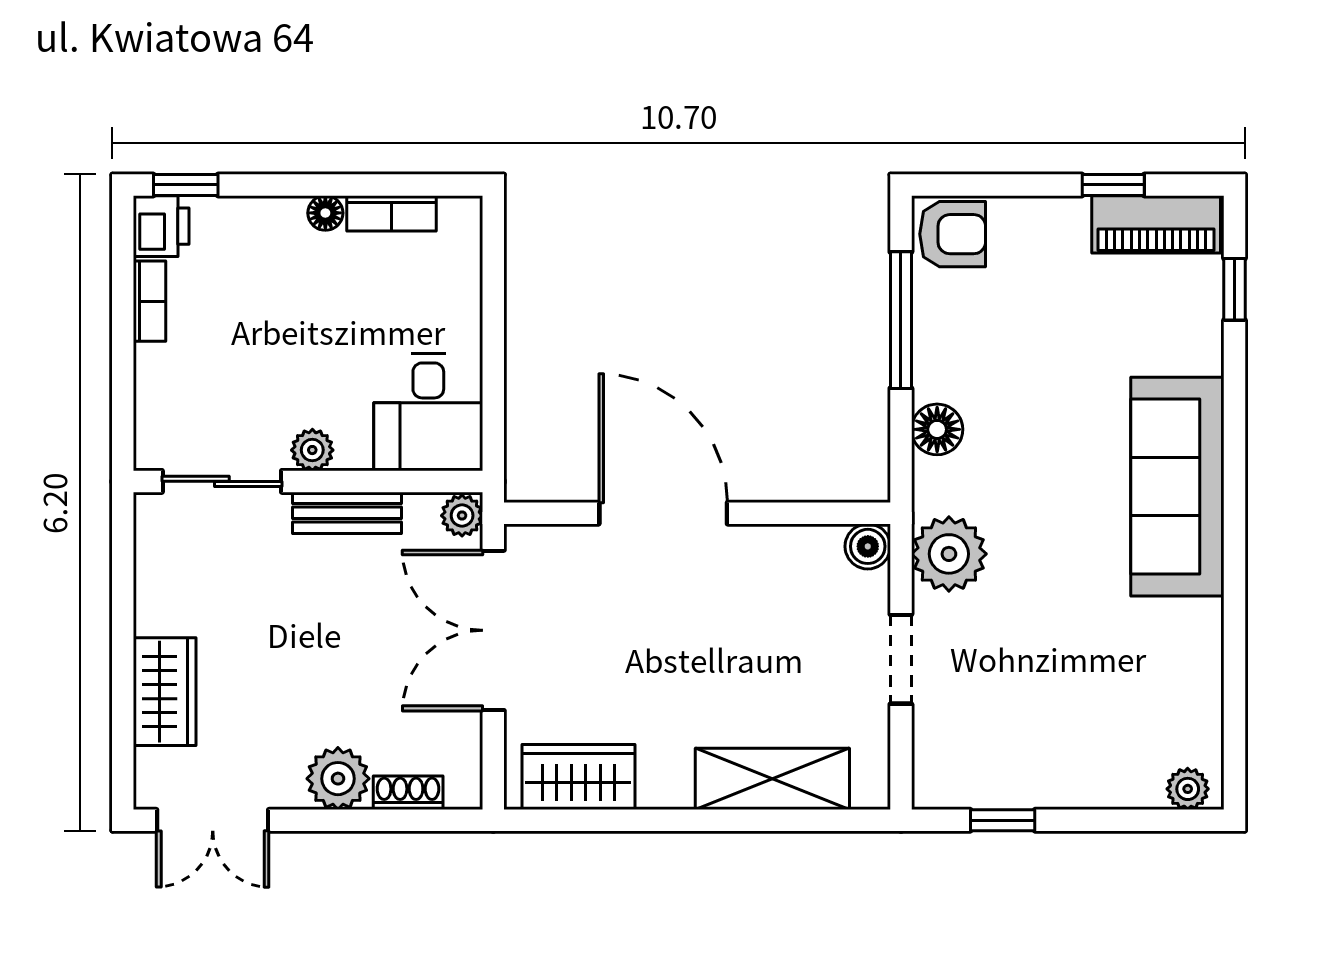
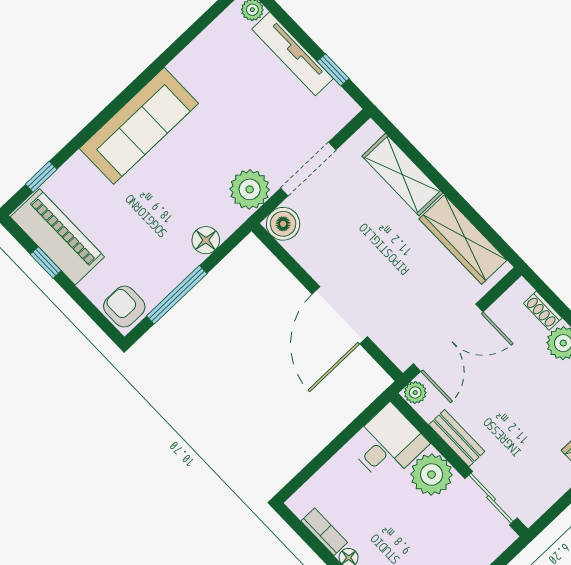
piano: (1156, 224) -> (57, 237), width x1.37, depth x1.33
plant: (312, 450) -> (431, 475), width x1.88, depth x1.88
boiler: (868, 546) -> (283, 224), width x1.36, depth x1.36
doorway: (901, 659) -> (308, 169), width x1.38
wardrobe: (578, 777) -> (463, 239), width x1.50
tv unit: (1077, 786) -> (293, 54), added

